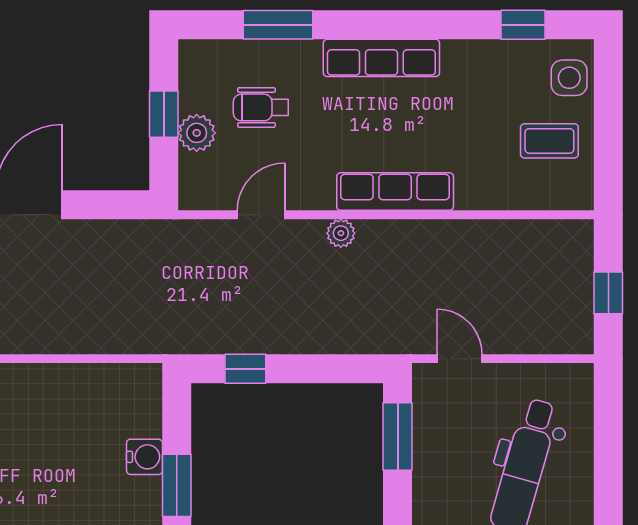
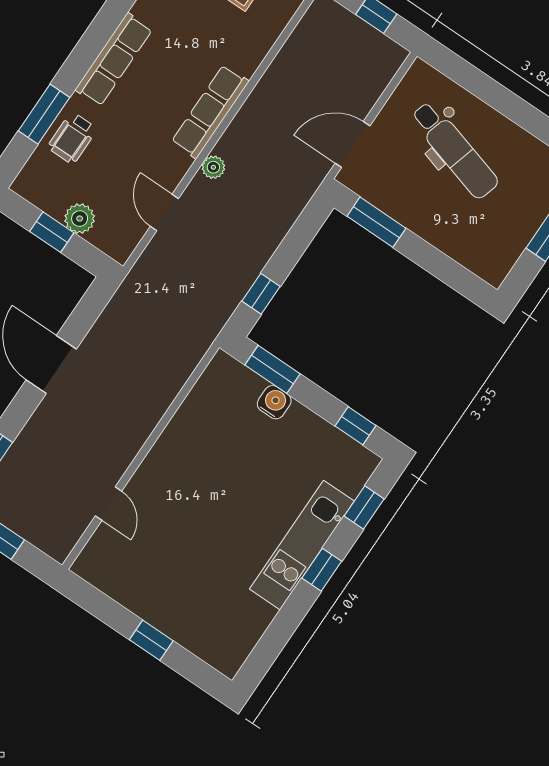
wheelchair: (261, 107) -> (72, 138), moved
door: (460, 359) -> (352, 145), width x1.38
window: (177, 485) -> (273, 369), moved

